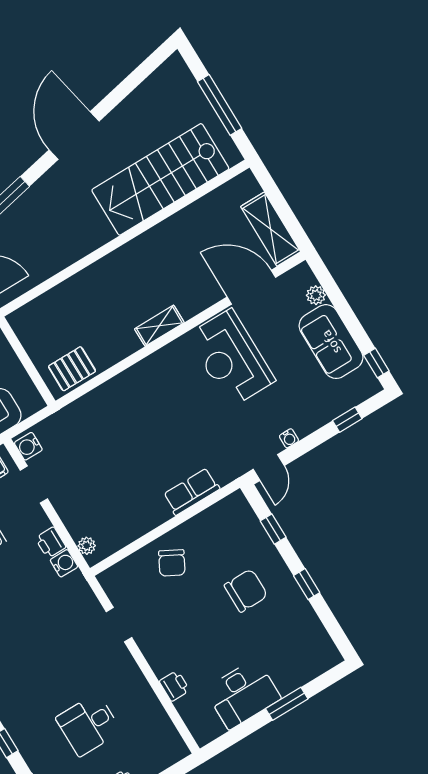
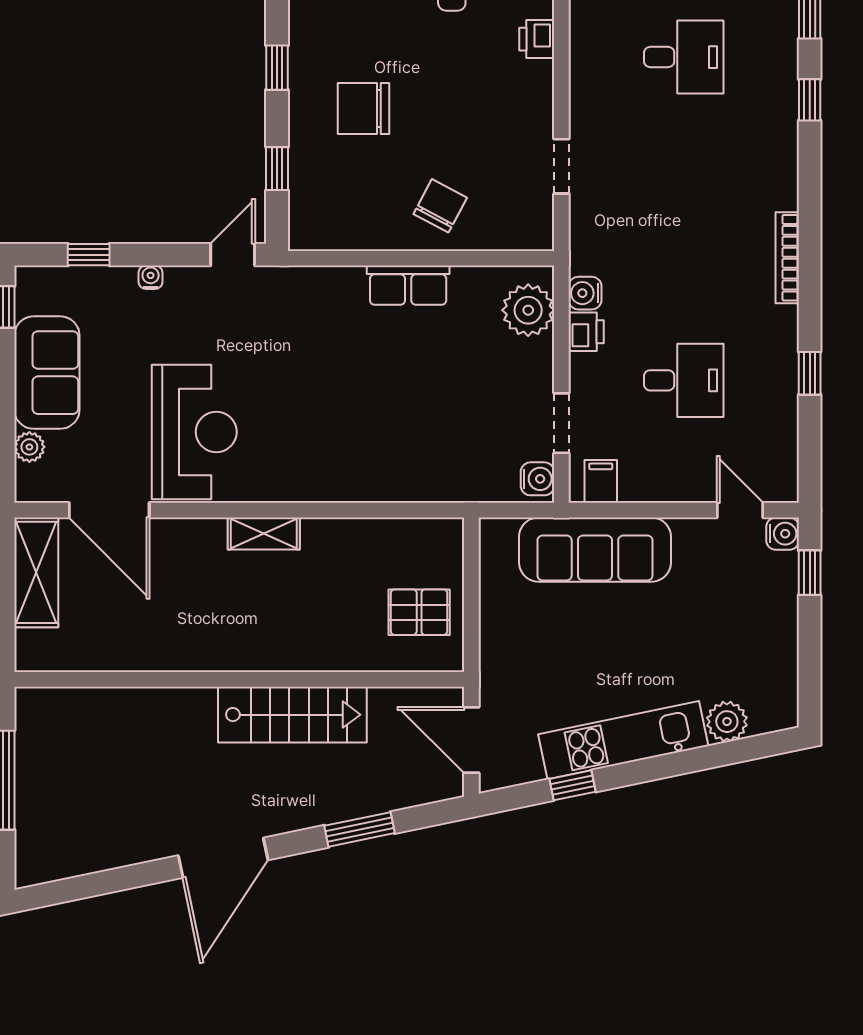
stairs: (160, 179) -> (292, 715), moved, width x0.73, depth x0.66
pallet: (72, 369) -> (419, 612), moved
water cooler: (289, 438) -> (151, 277), moved
row of seats: (191, 492) -> (408, 285), moved
plant: (87, 546) -> (528, 310), width x1.88, depth x1.88

